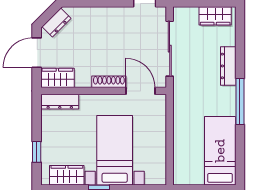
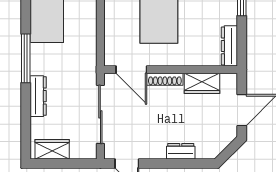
dresser: (56, 23) -> (181, 151), moved, turned 45
wardrobe: (57, 78) -> (202, 83), moved
dresser: (60, 102) -> (229, 46), moved, turned -90

